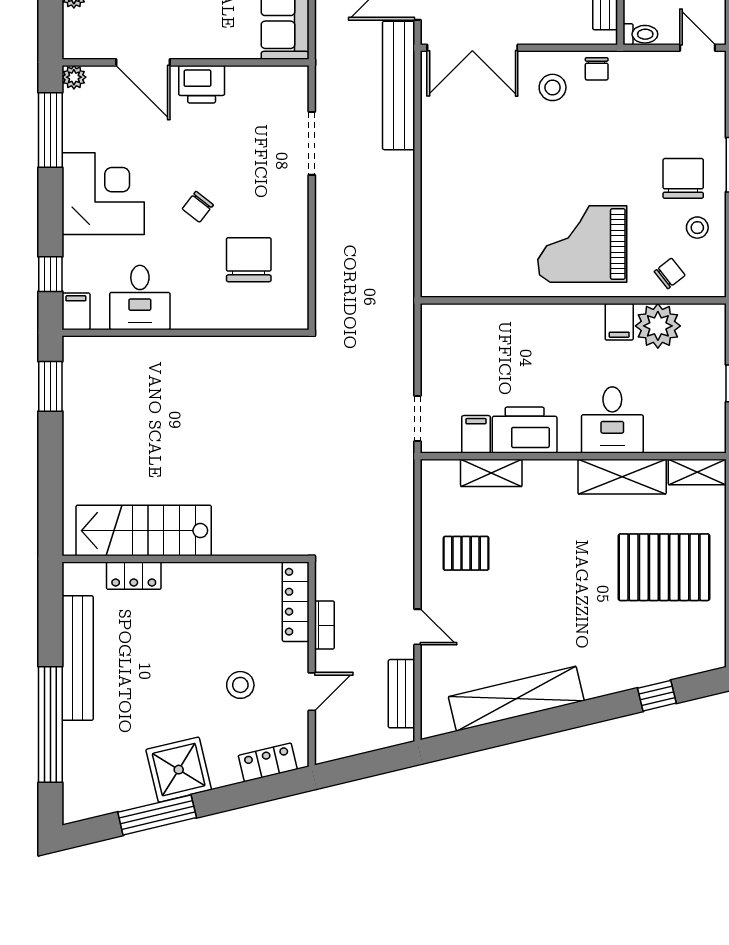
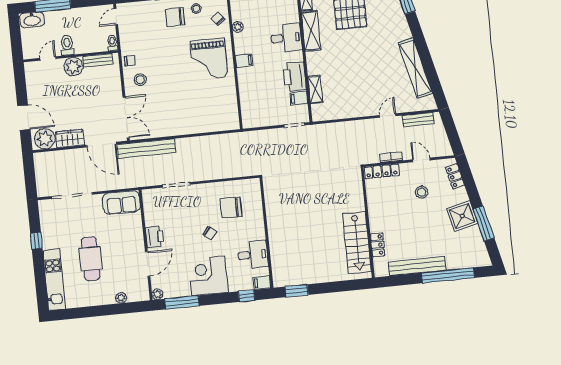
filing cabinet: (619, 322) -> (244, 61), moved
plant: (658, 326) -> (238, 27), width x0.53, depth x0.53
pallet: (466, 553) -> (352, 97), removed

